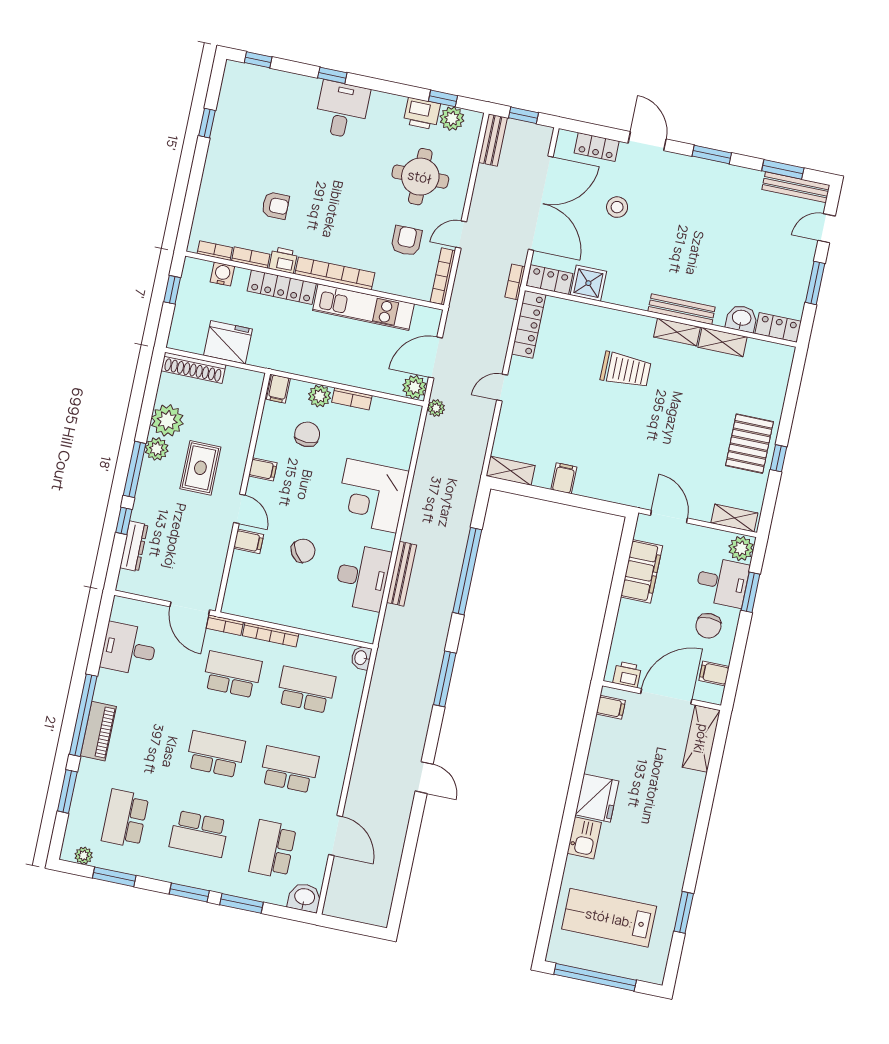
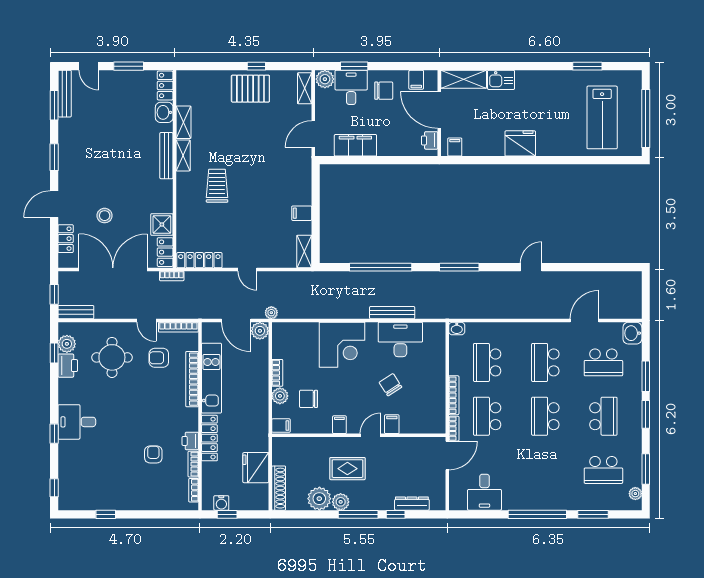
bookcase: (335, 273) -> (192, 379), moved
water cooler: (222, 274) -> (221, 503), moved, turned -90
piano: (98, 731) -> (546, 501), removed
kitchen sink: (584, 838) -> (501, 80), moved, turned 180

